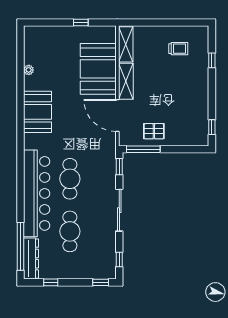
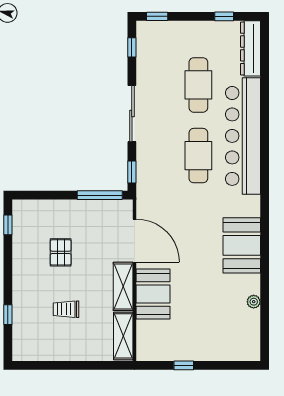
trolley: (178, 49) -> (66, 309), moved
booth: (98, 69) -> (153, 294), width x0.73, depth x0.70
pallet: (154, 131) -> (61, 252), moved, turned 90
window: (20, 246) -> (265, 65), removed

